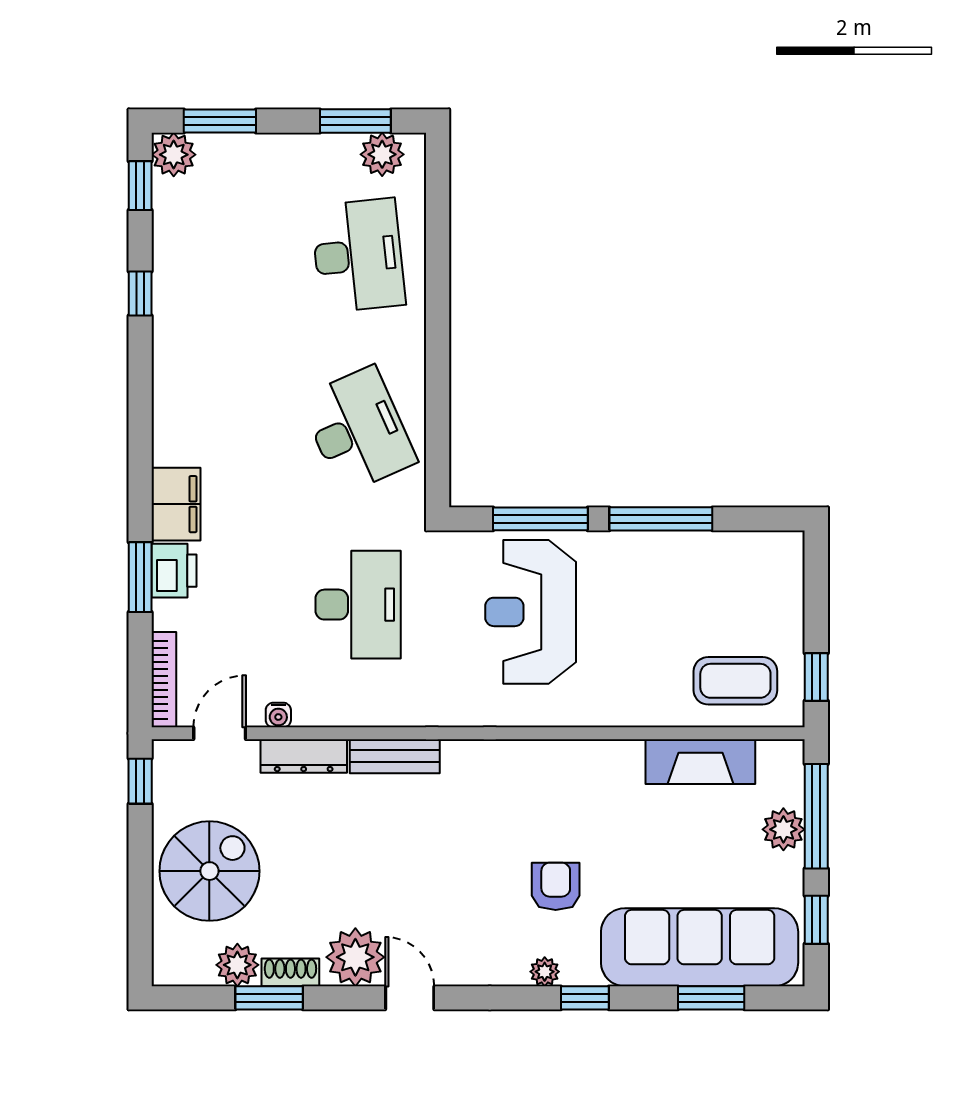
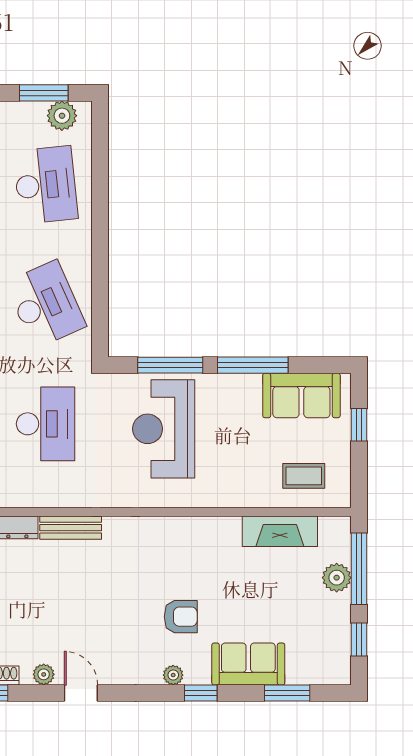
sofa: (732, 563) -> (301, 395), added
window: (816, 677) -> (359, 425), moved
coffee table: (735, 681) -> (304, 476), width x0.73, depth x0.77
armchair: (556, 886) -> (181, 617), turned 90
sofa: (700, 947) -> (248, 664), width x0.54, depth x0.79
plant: (355, 957) -> (44, 674), width x0.53, depth x0.53

